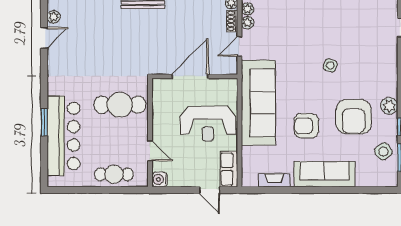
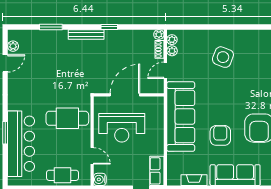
side table: (330, 65) -> (223, 57), moved, width x1.87, depth x1.87
reception desk: (208, 124) -> (122, 128), moved
armchair: (306, 126) -> (220, 135), turned 90

